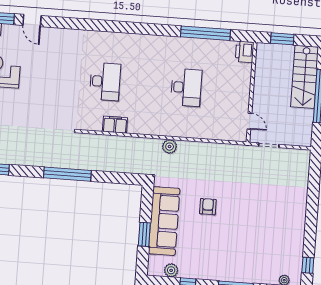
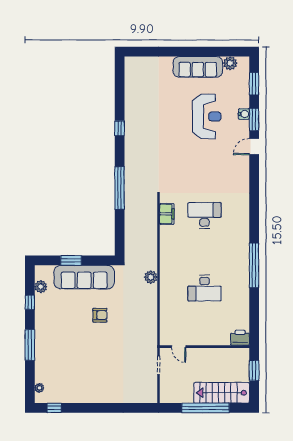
window: (206, 33) -> (254, 265), moved
desk: (105, 81) -> (204, 215), turned 180
door: (249, 121) -> (179, 347), hinge flipped
filing cabinet: (115, 125) -> (167, 214), moved

